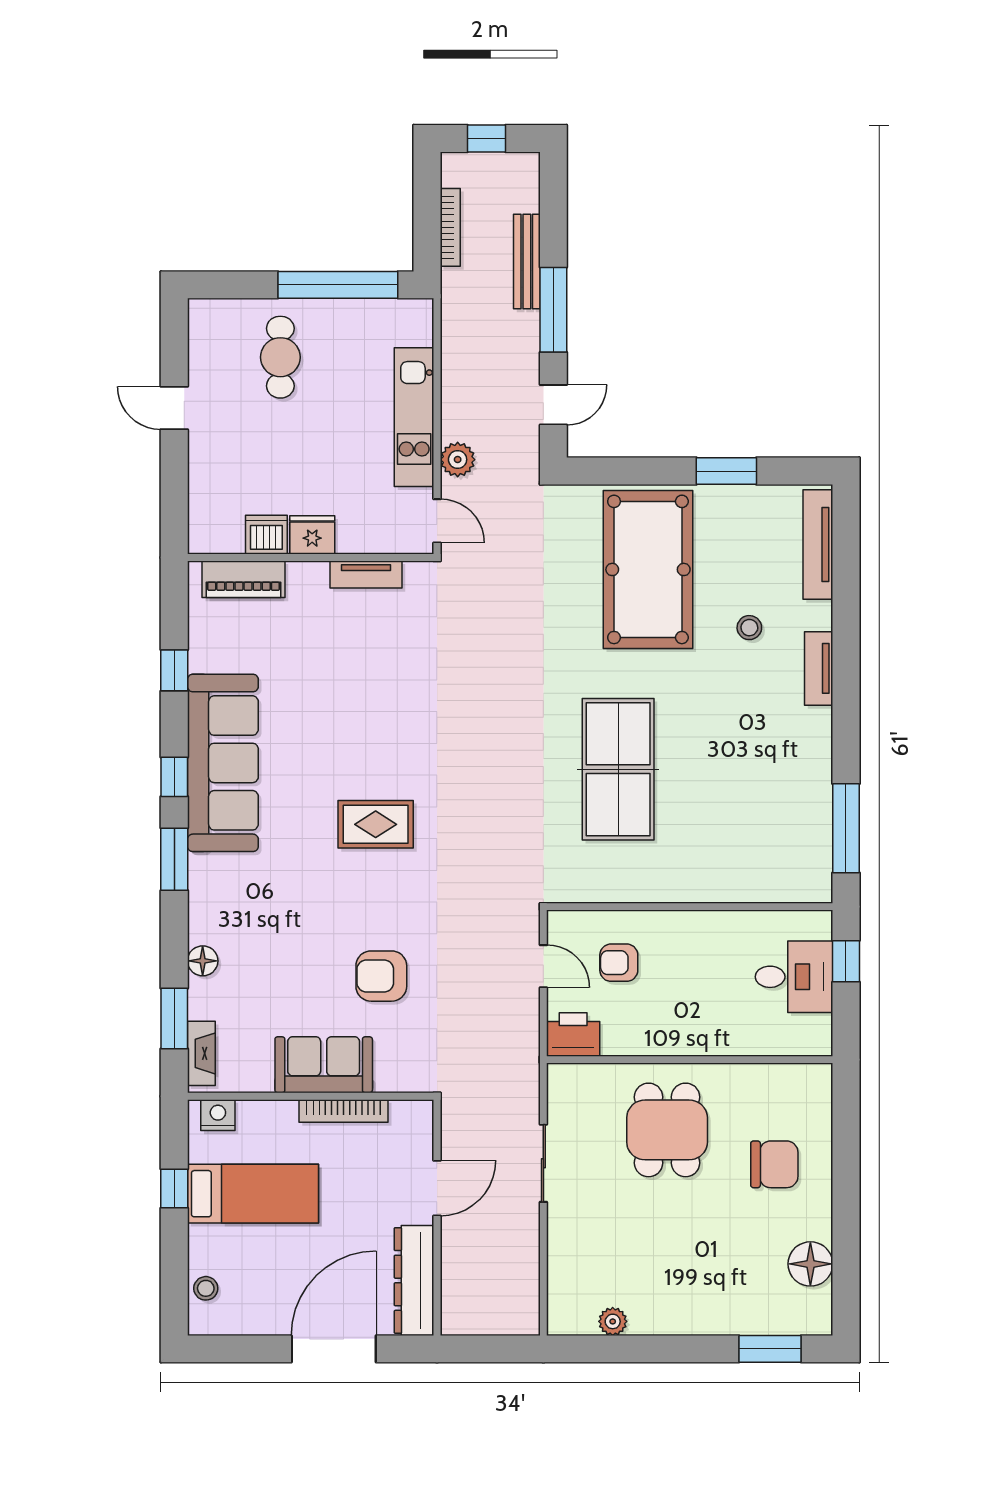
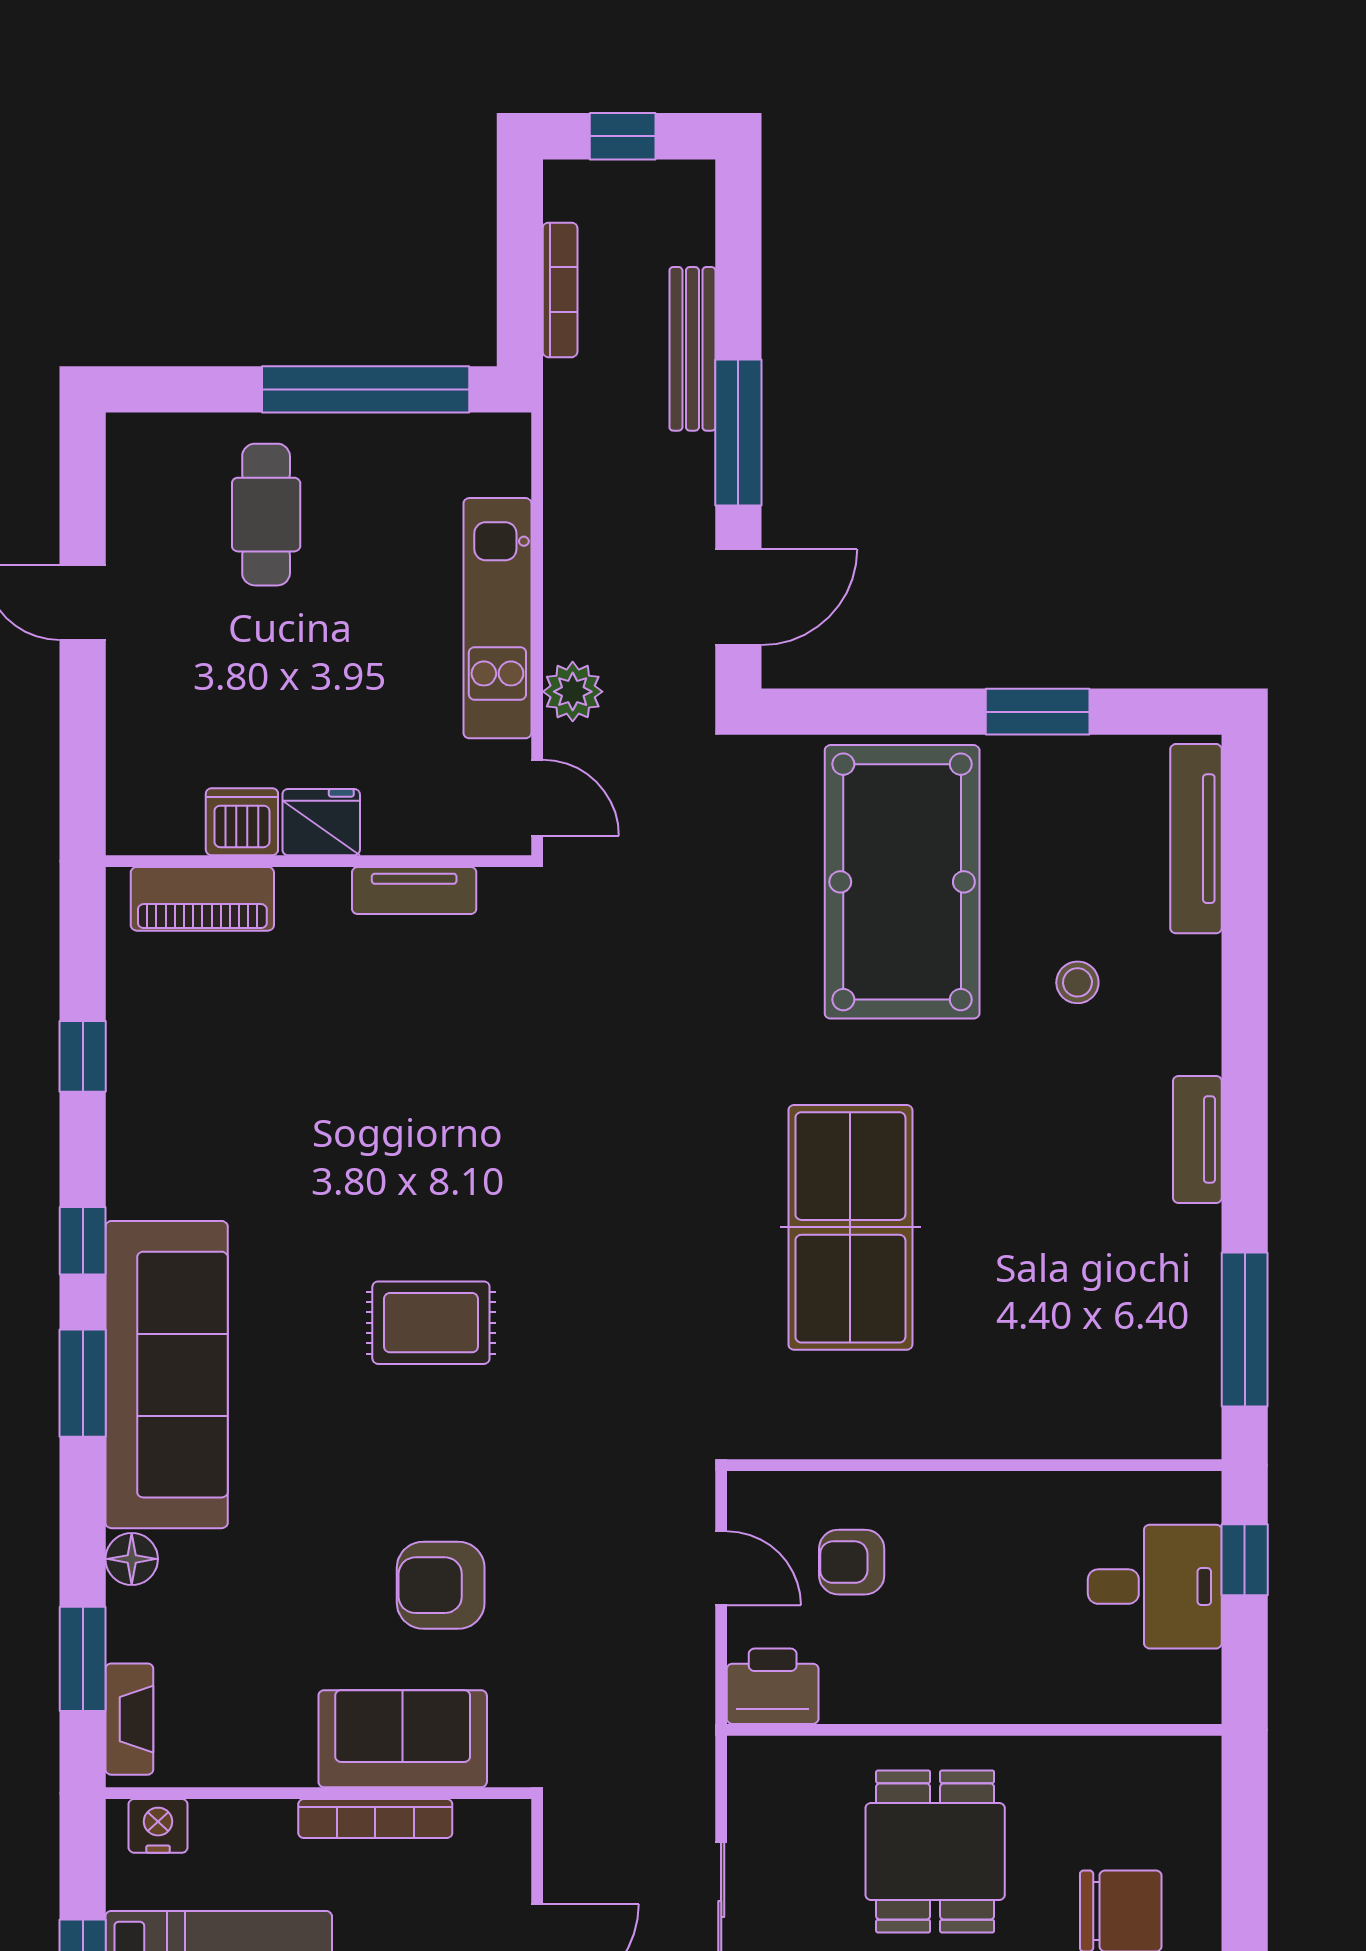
door: (553, 405) -> (738, 597), width x1.38
tv unit: (819, 668) -> (1197, 1139), moved
sofa: (223, 763) -> (167, 1375), moved
sofa: (324, 1065) -> (403, 1739), moved

